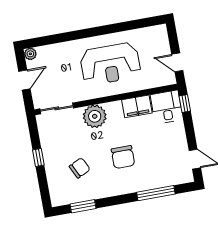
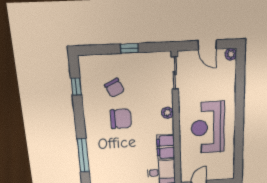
plant: (95, 116) -> (167, 113), width x0.53, depth x0.53
chair: (123, 157) -> (121, 119), moved, turned 180
window: (83, 206) -> (76, 87), width x0.67

